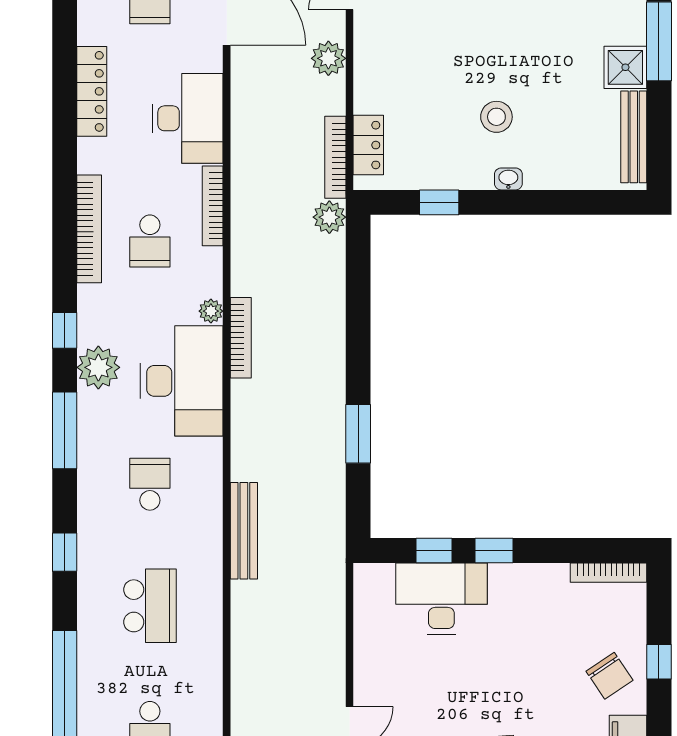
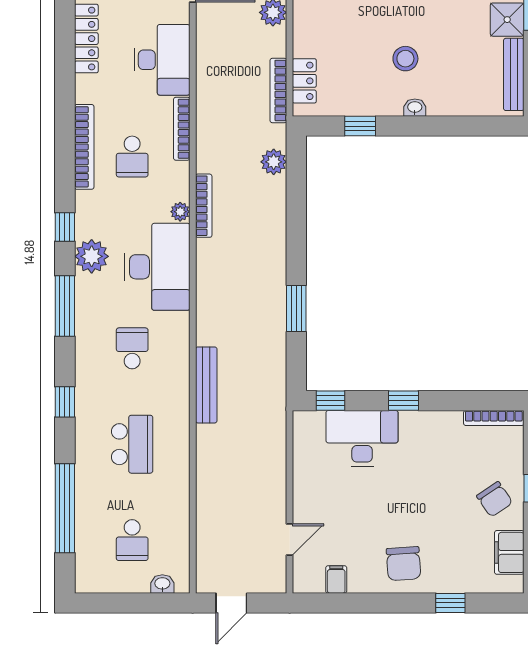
plant: (329, 217) -> (274, 162), moved
bookcase: (241, 338) -> (204, 206), moved
window: (434, 550) -> (331, 401), moved

